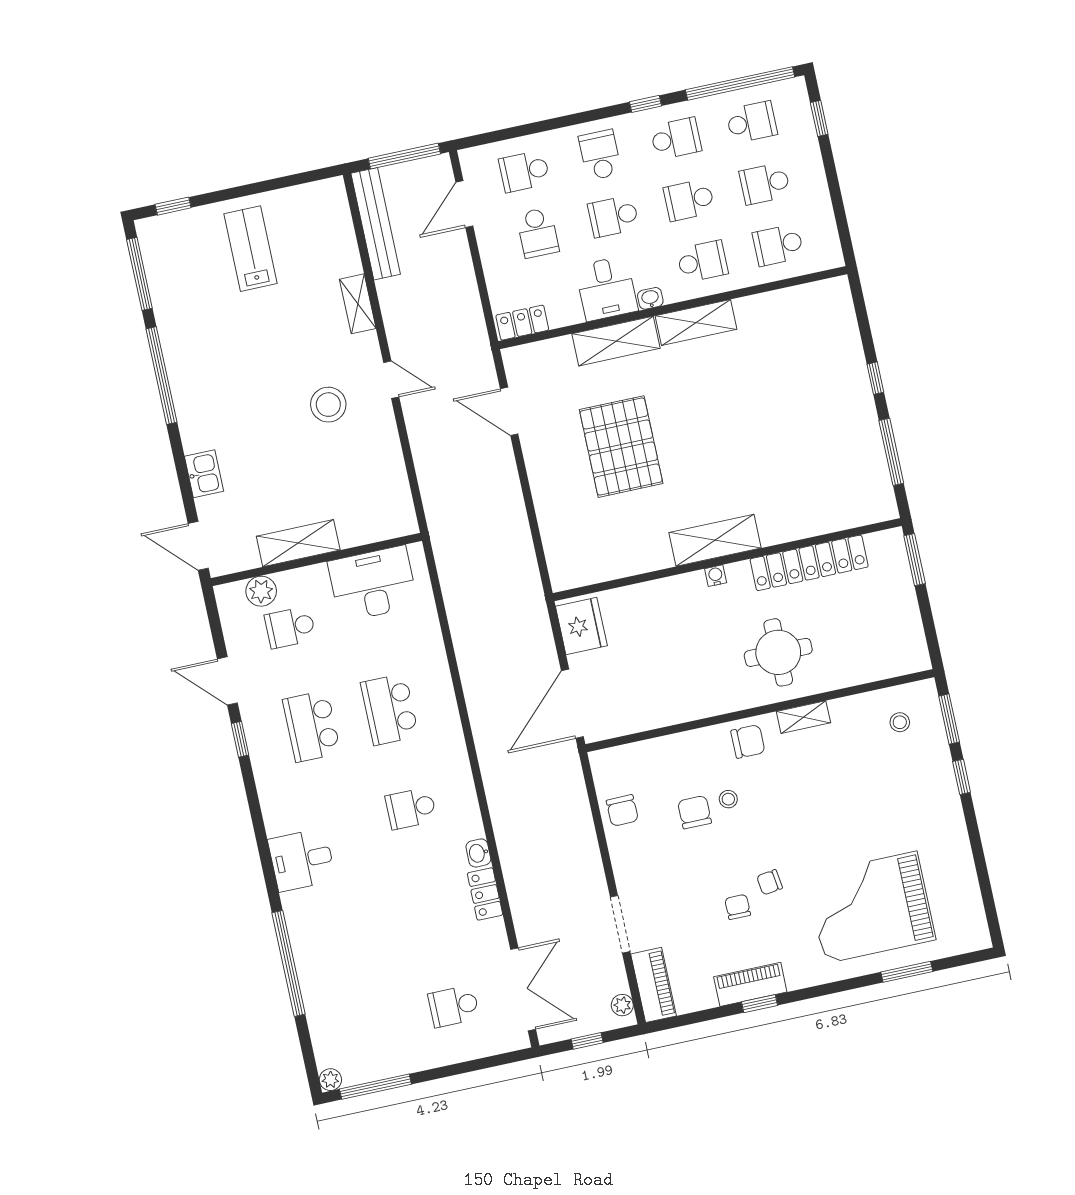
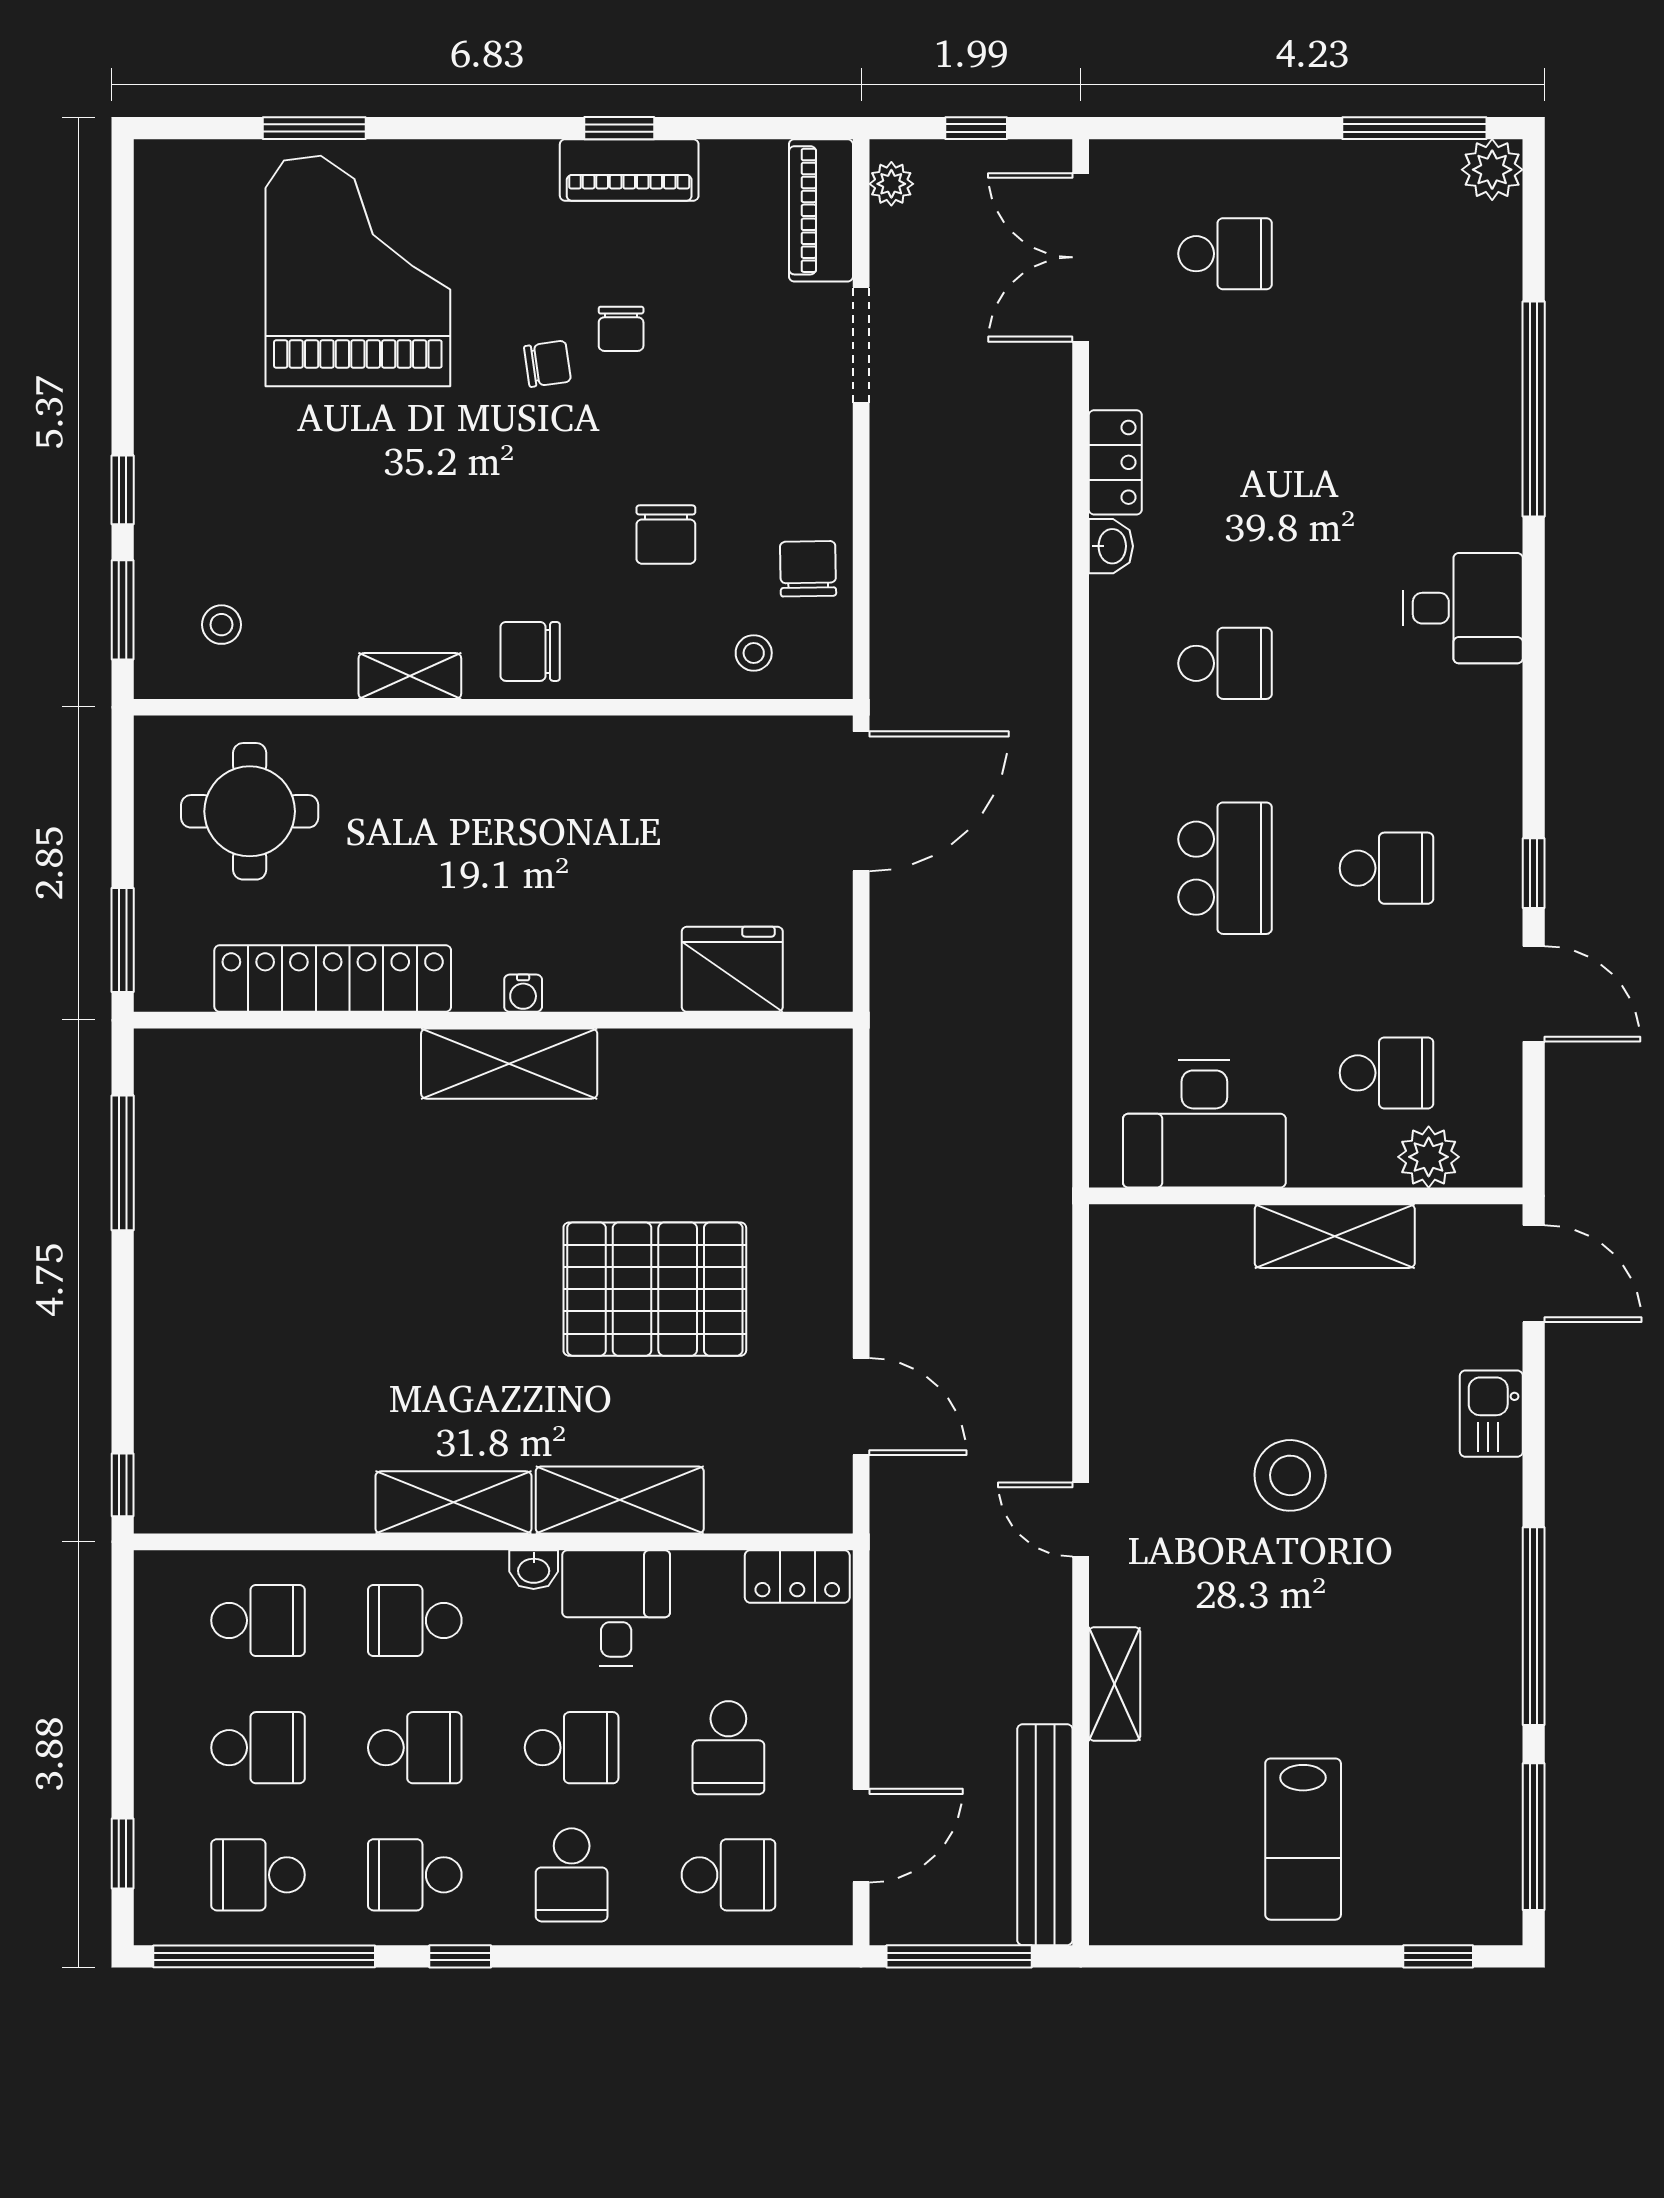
school desk: (538, 233) -> (728, 1748), turned 180
window: (875, 378) -> (123, 1485), moved
stool: (328, 405) -> (1290, 1475), moved
pallet: (621, 447) -> (655, 1289), turned 90
fridge: (581, 626) -> (732, 969), moved, turned 90
round table: (778, 652) -> (250, 811), moved
school desk: (312, 726) -> (1386, 868), width x0.54
stool: (728, 799) -> (754, 653), moved
grand piano: (871, 907) -> (358, 271), turned -90
plant: (330, 1080) -> (1492, 170), width x1.38, depth x1.38

